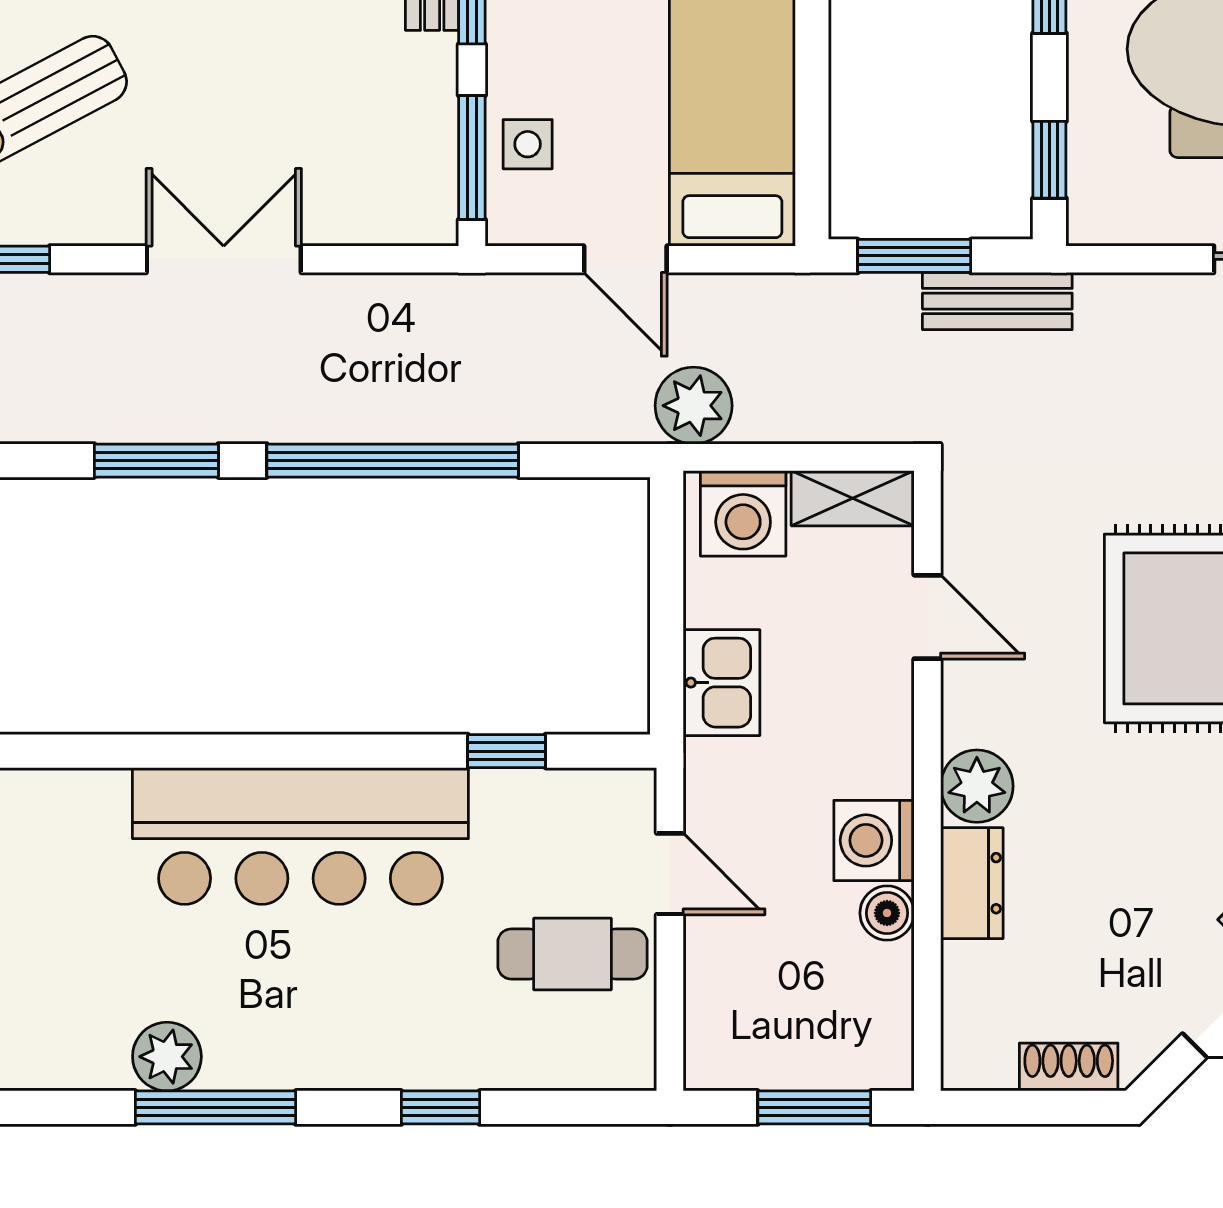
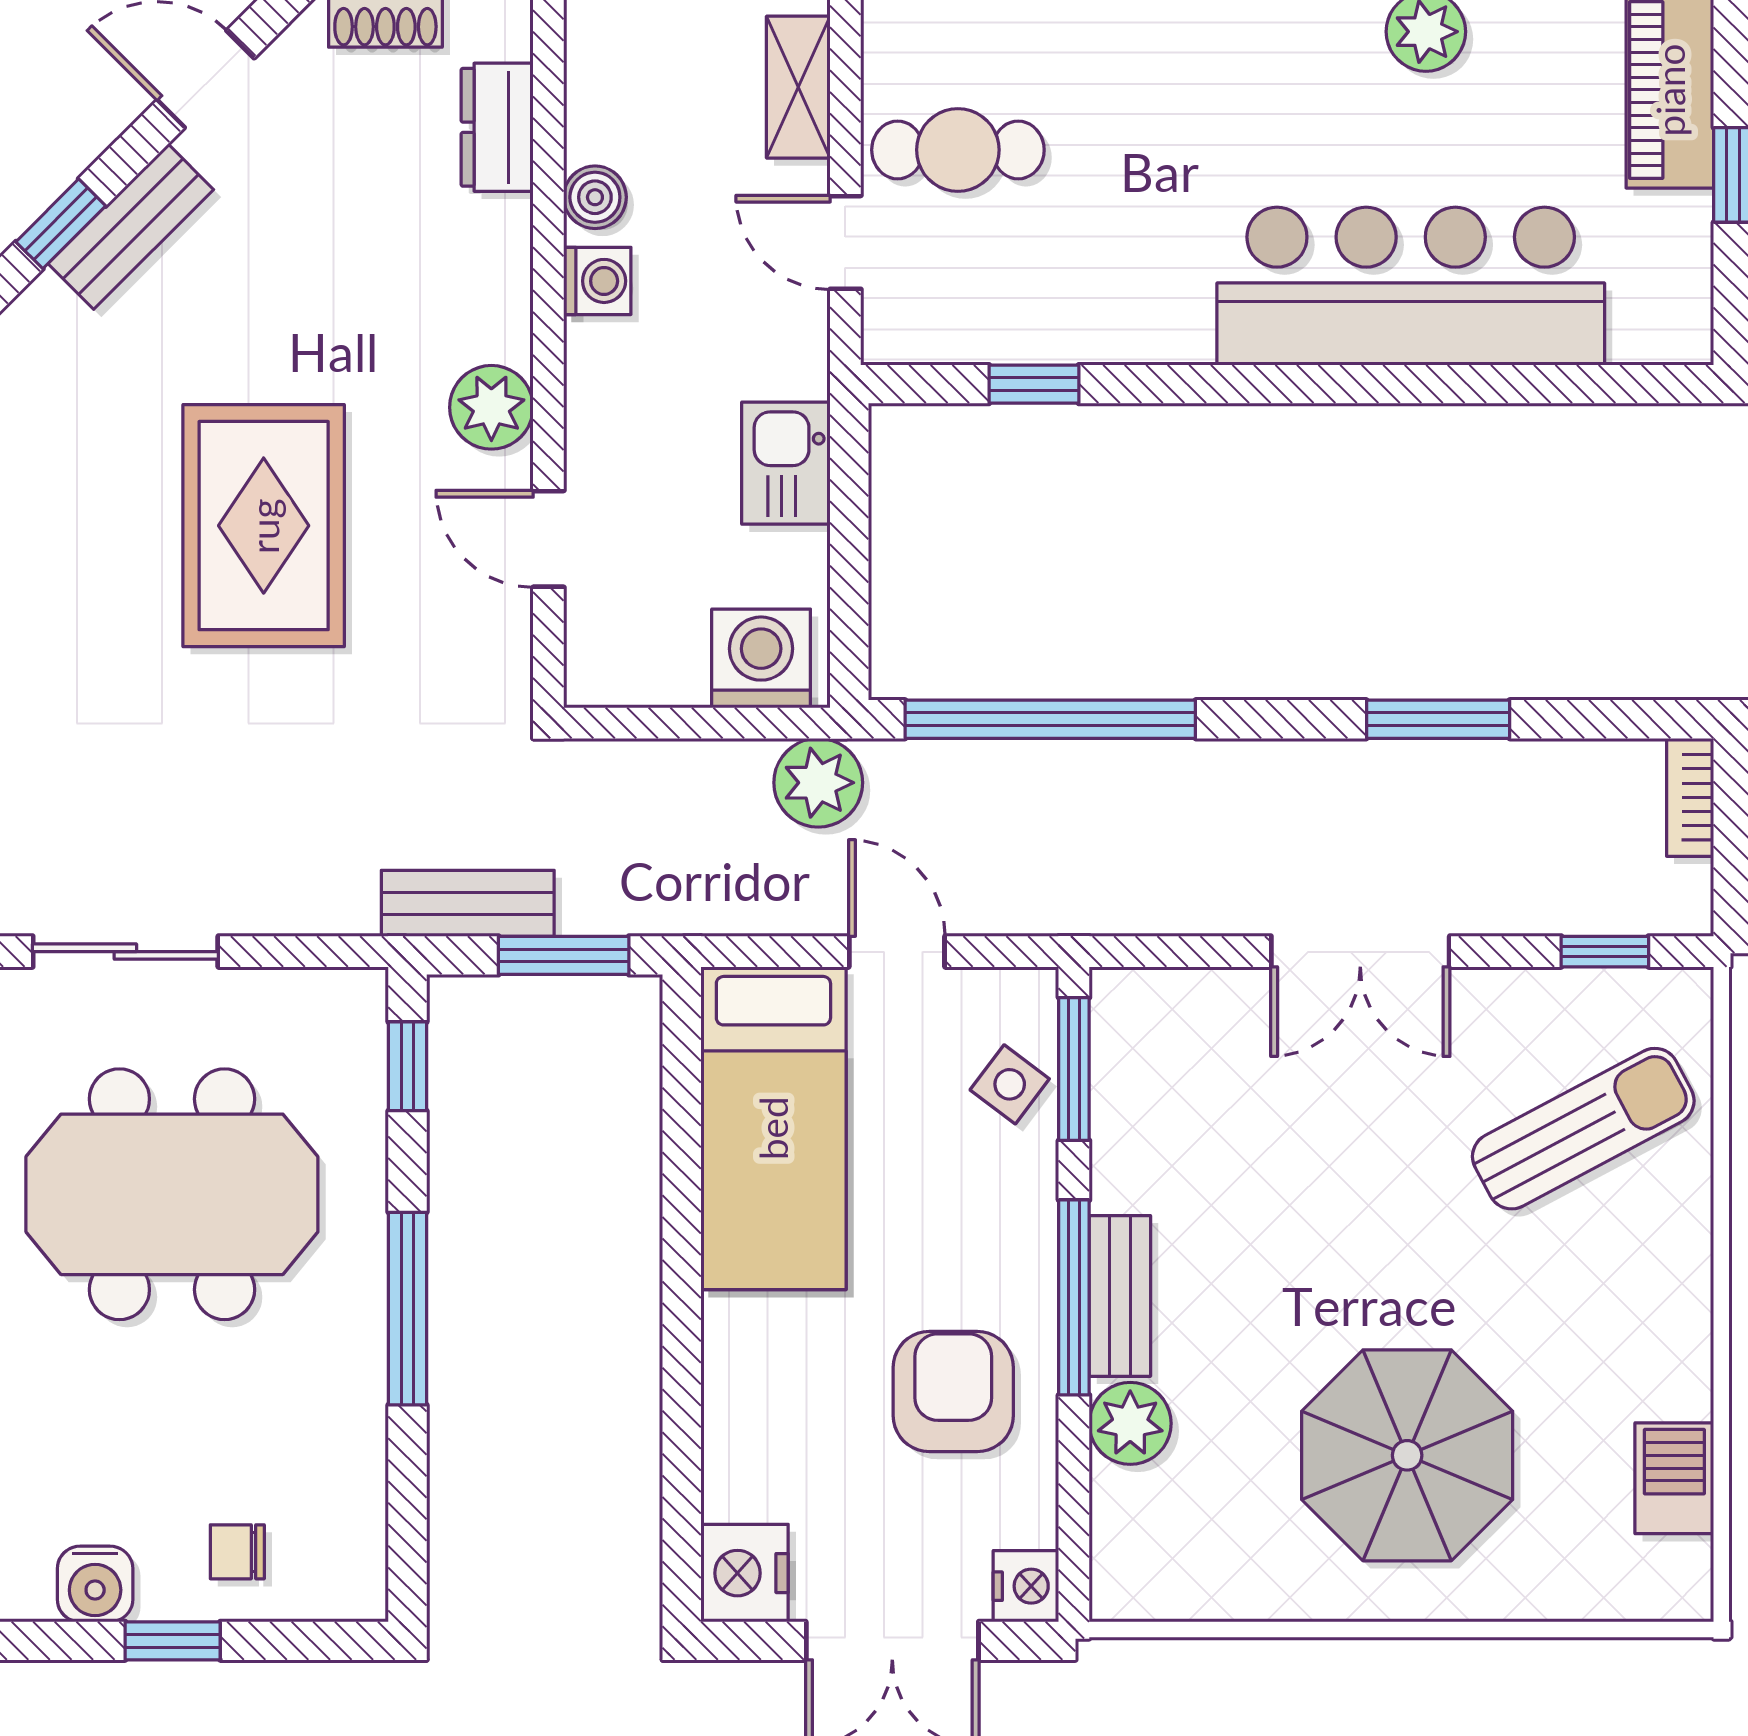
side table: (528, 144) -> (1010, 1084), turned 37
window: (393, 461) -> (1050, 719), moved
shelving: (853, 498) -> (798, 87), moved, turned 90
plant: (977, 786) -> (491, 407), moved
bar counter: (300, 836) -> (1411, 286), moved
washing machine: (874, 840) -> (597, 281), width x0.73, depth x0.73
dresser: (972, 883) -> (497, 127), moved

